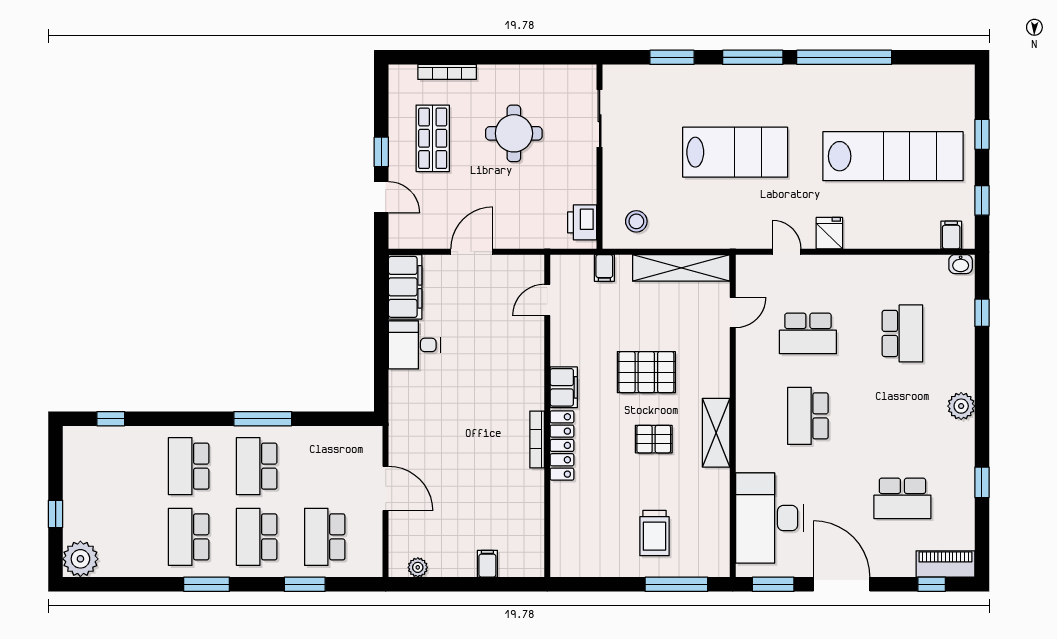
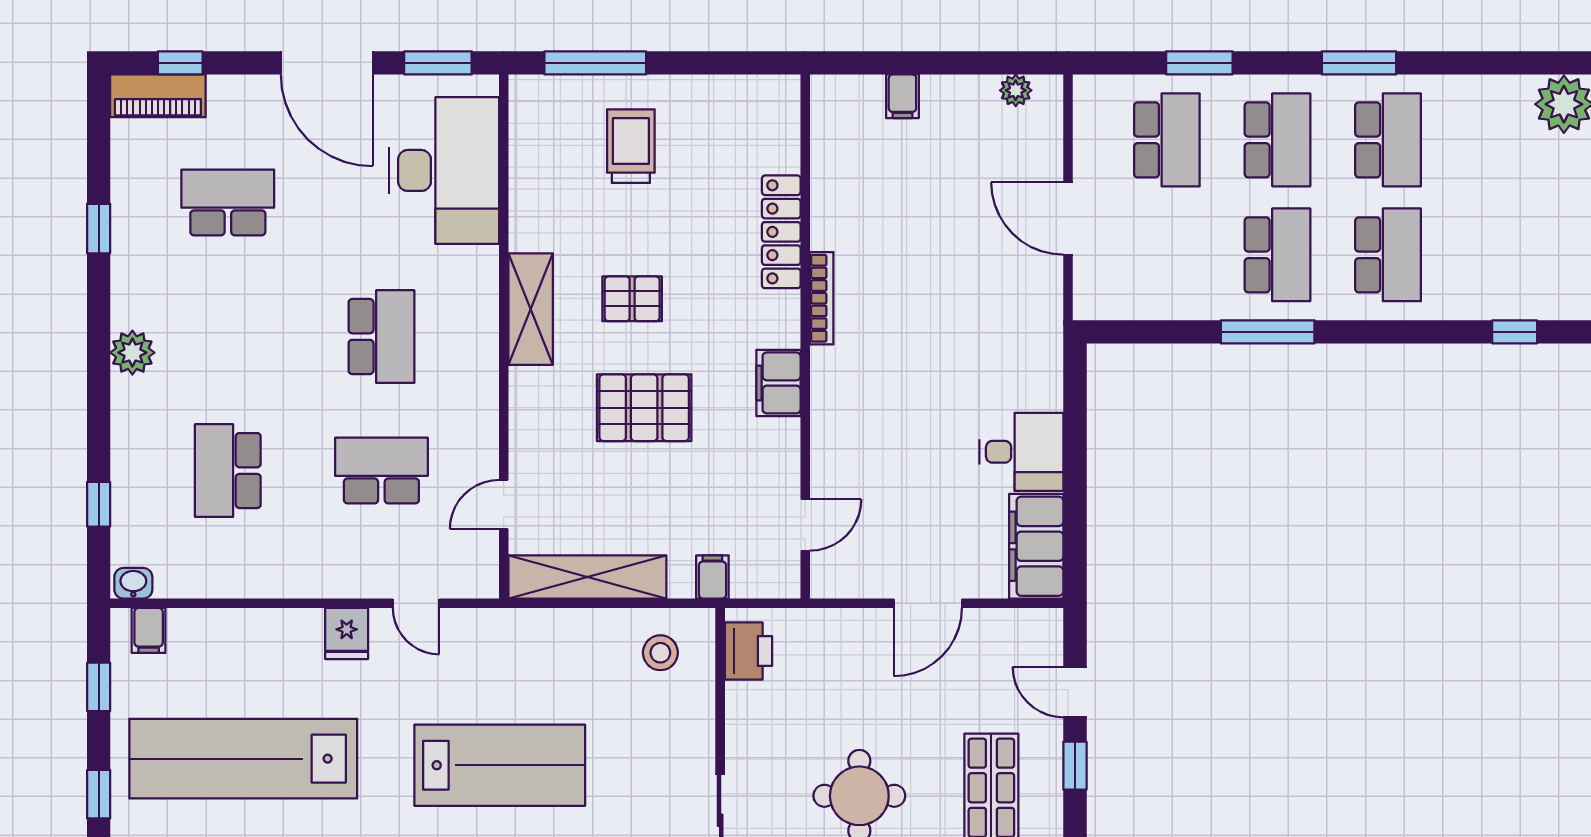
lab bench: (735, 152) -> (500, 765), turned 180
locker: (562, 445) -> (781, 232), moved

